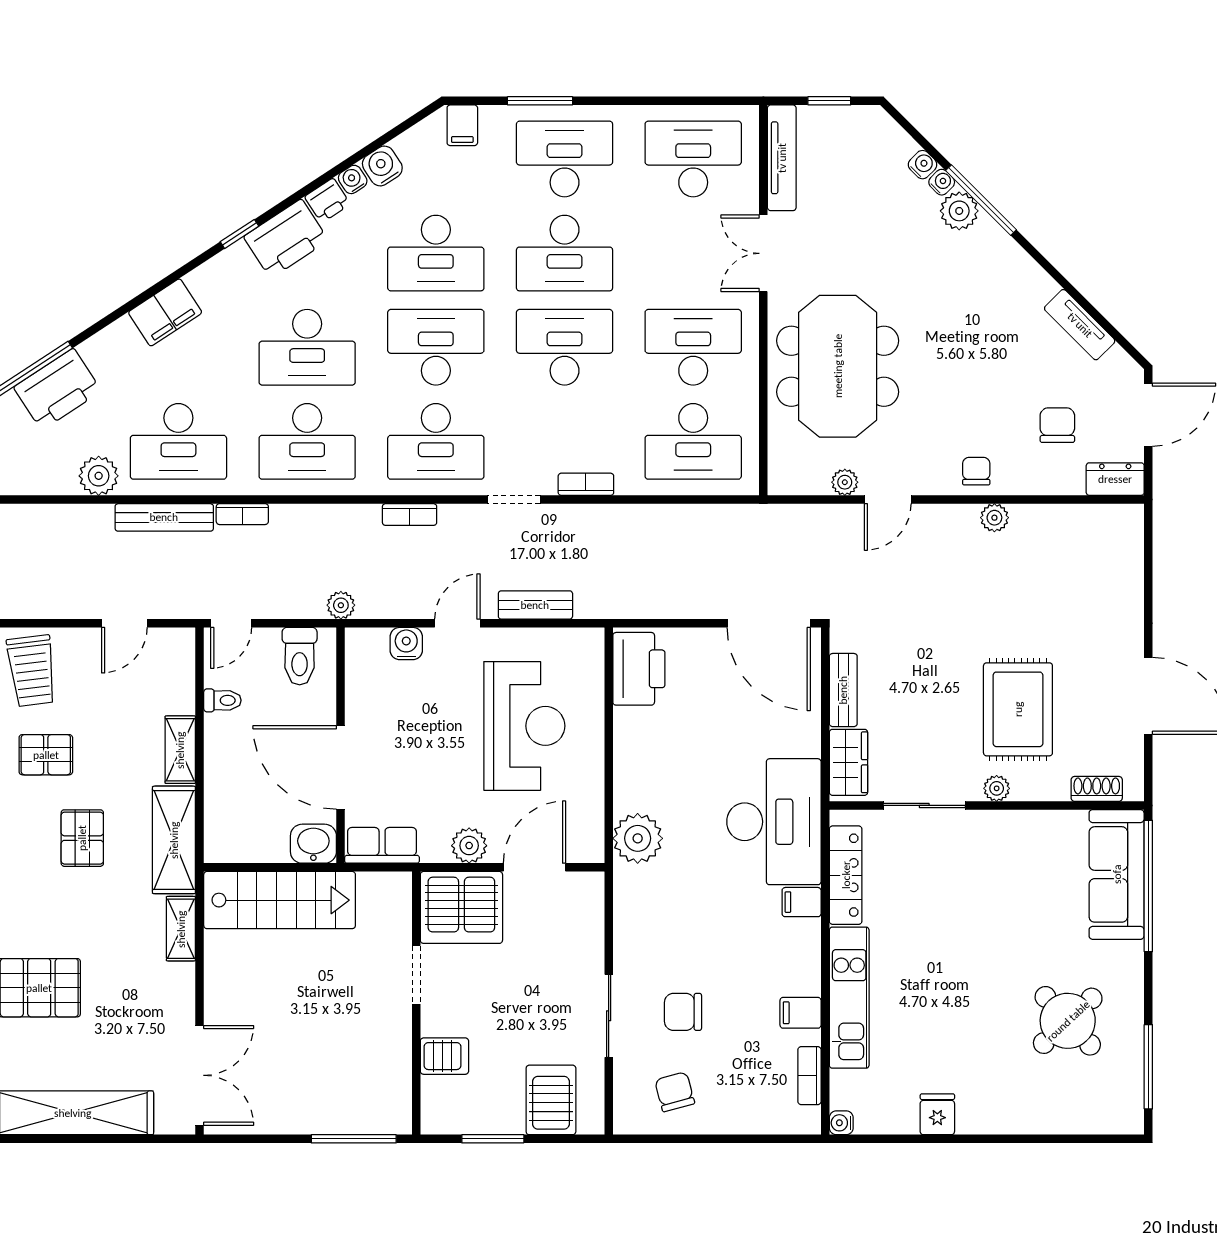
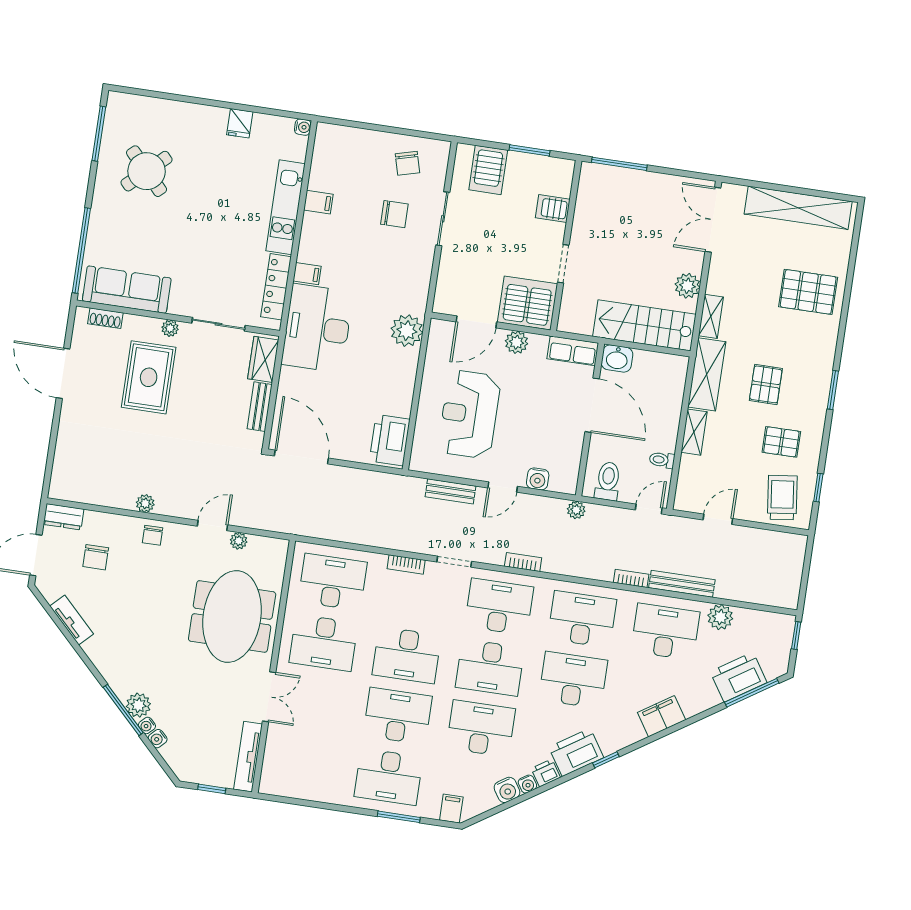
desk: (693, 159) -> (305, 764), removed
sofa: (1117, 874) -> (127, 290), moved, turned -90
plant: (223, 970) -> (687, 286), added
bookcase: (809, 1076) -> (319, 161), removed

